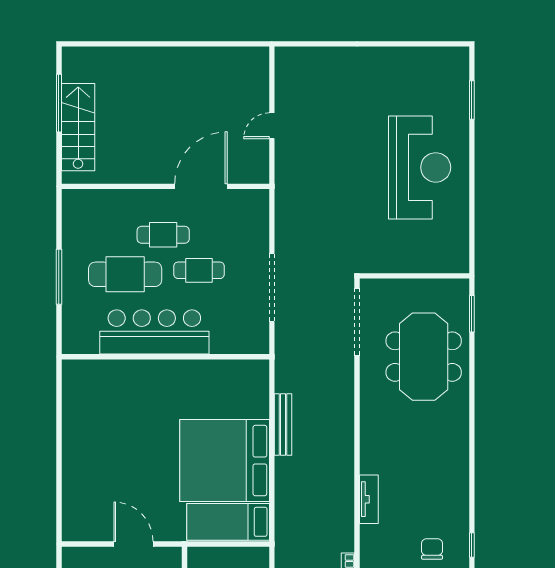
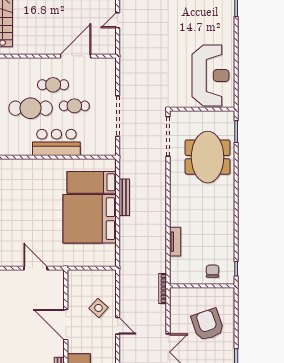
reception desk: (420, 167) -> (210, 75), moved
bar counter: (154, 332) -> (56, 142), width x0.73
bed: (228, 522) -> (92, 182), moved

